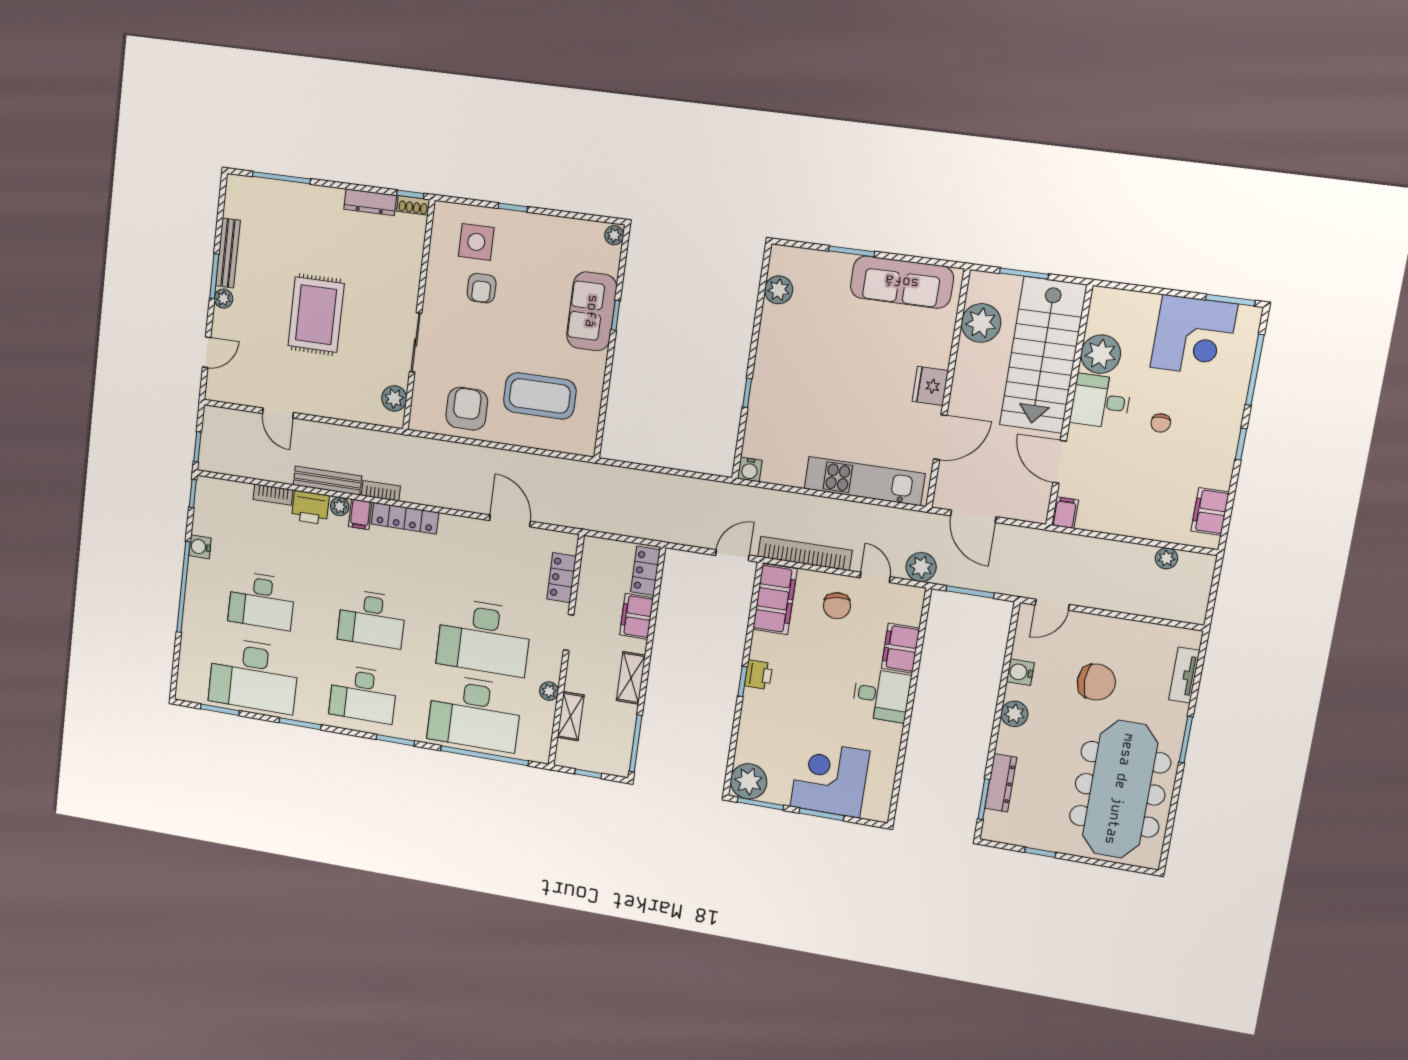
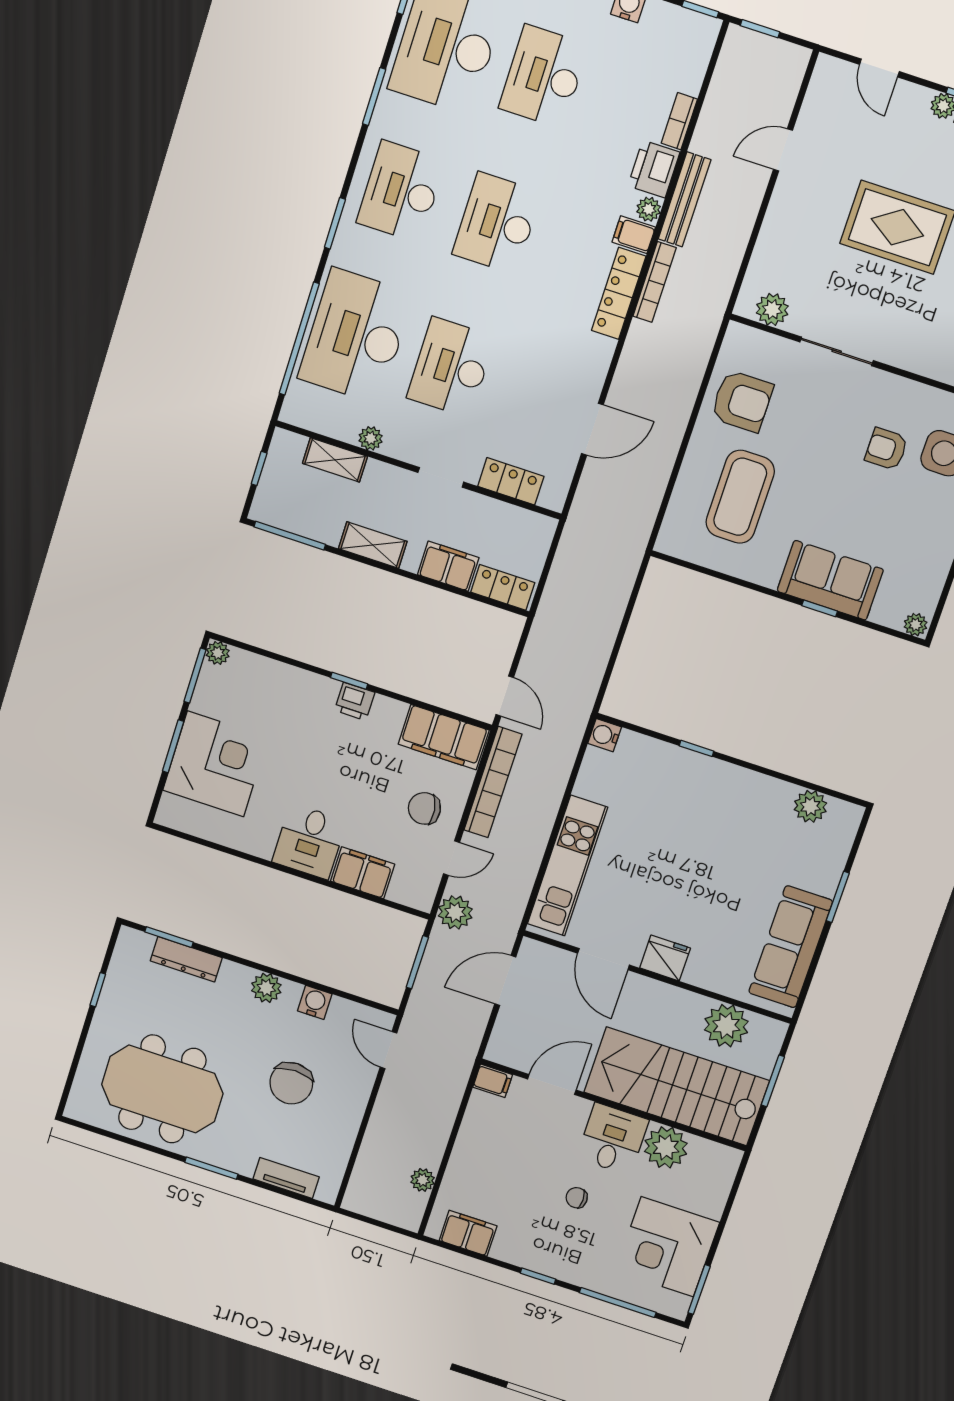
bookcase: (381, 491) -> (655, 282), width x1.56
desk: (484, 637) -> (451, 367), width x0.73, depth x0.77
plant: (749, 781) -> (218, 653), width x0.53, depth x0.53
meeting table: (1120, 789) -> (162, 1089), width x0.73

